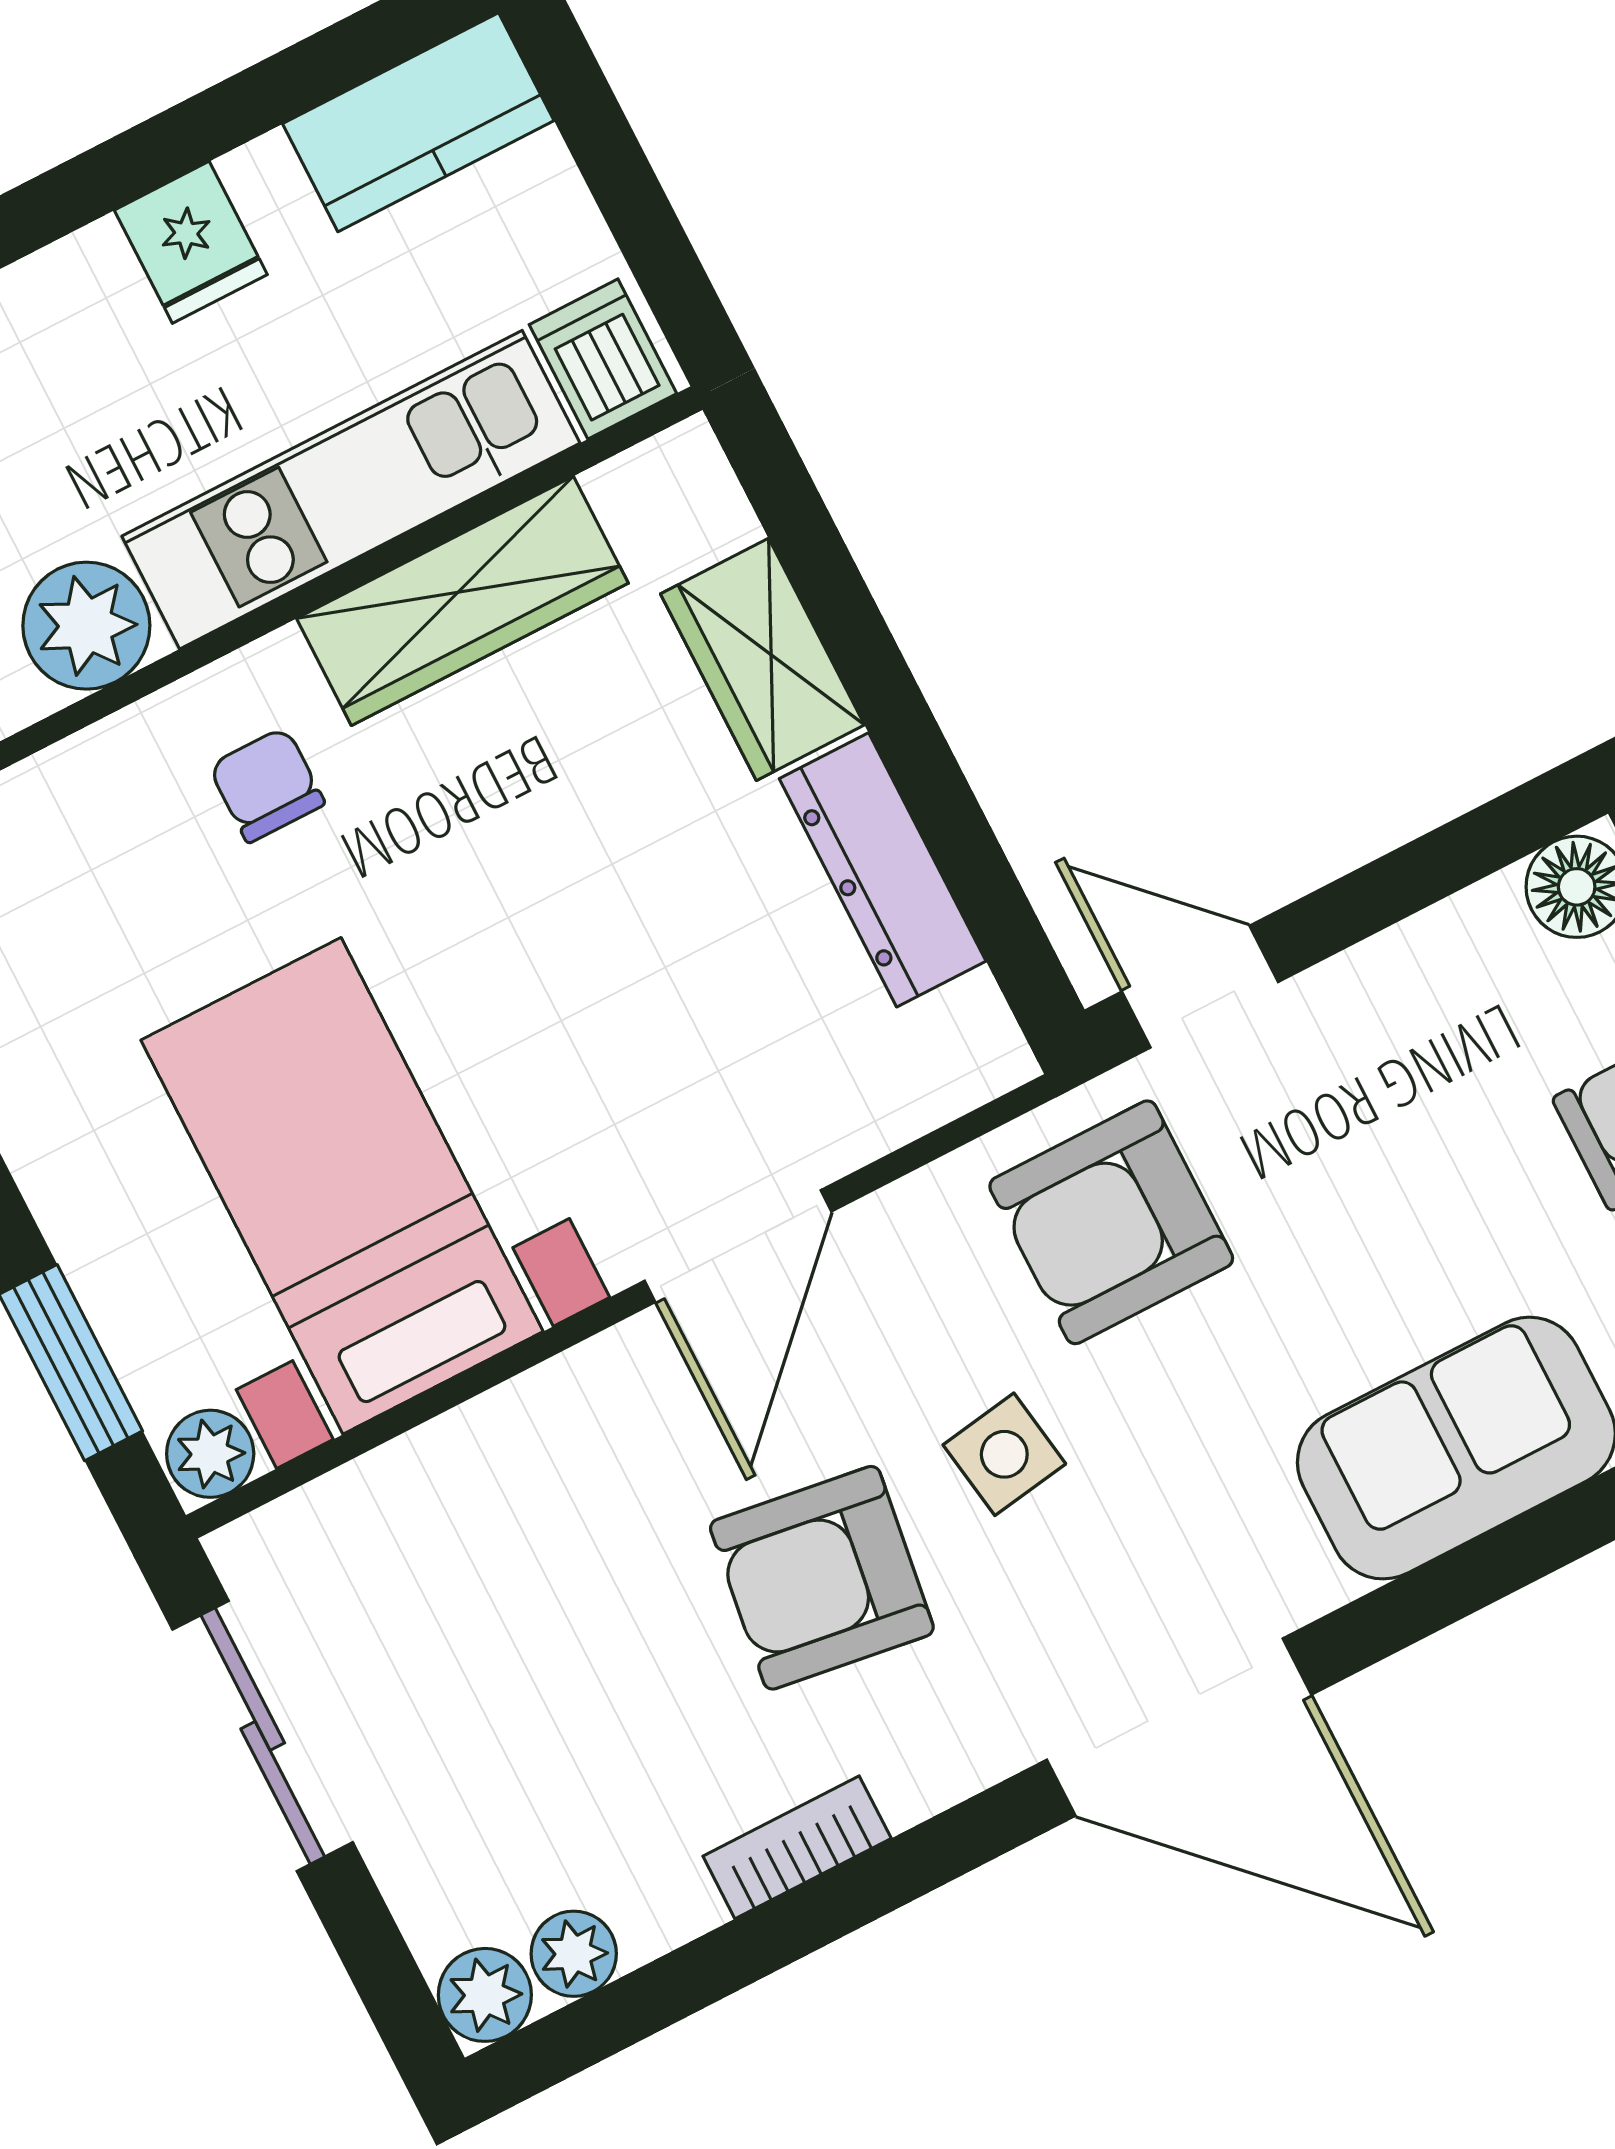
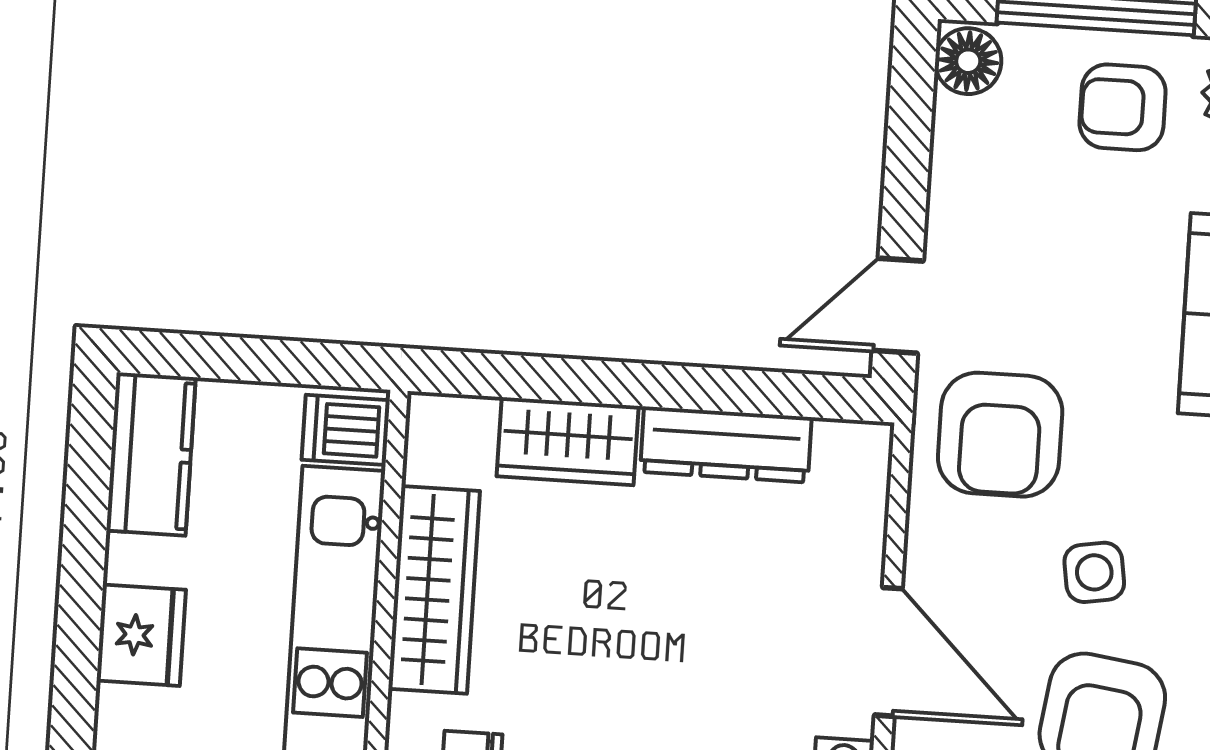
fridge: (191, 242) -> (141, 635), width x1.38

